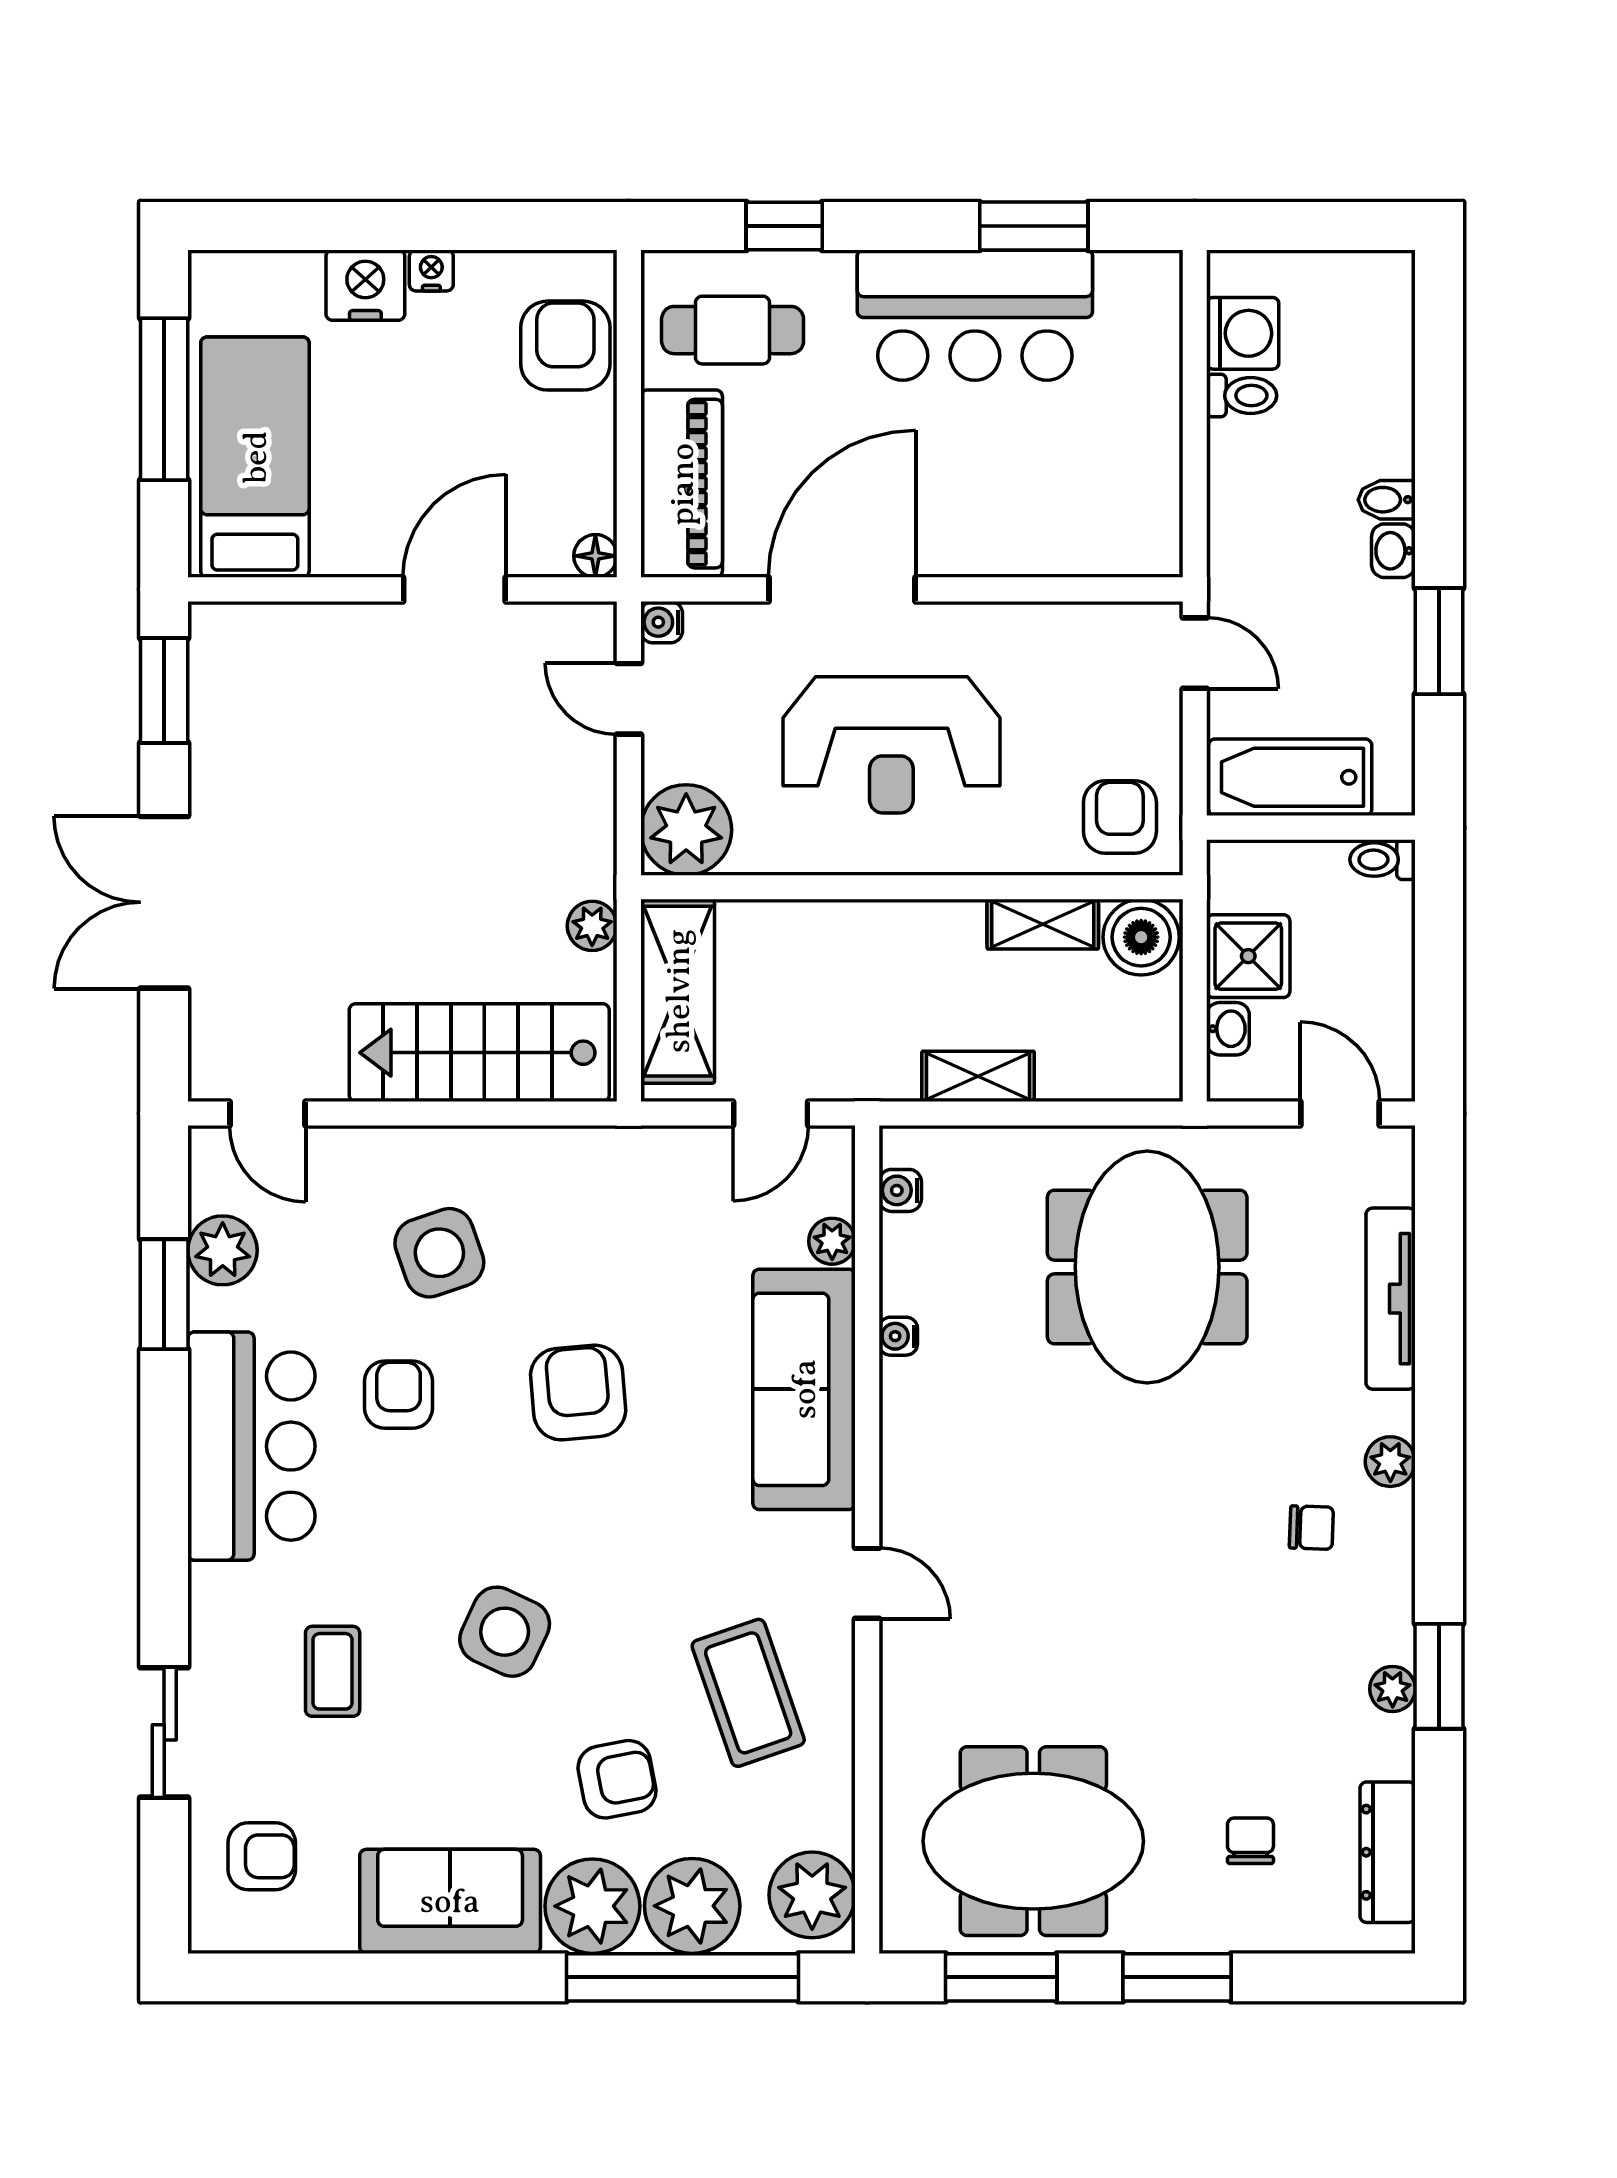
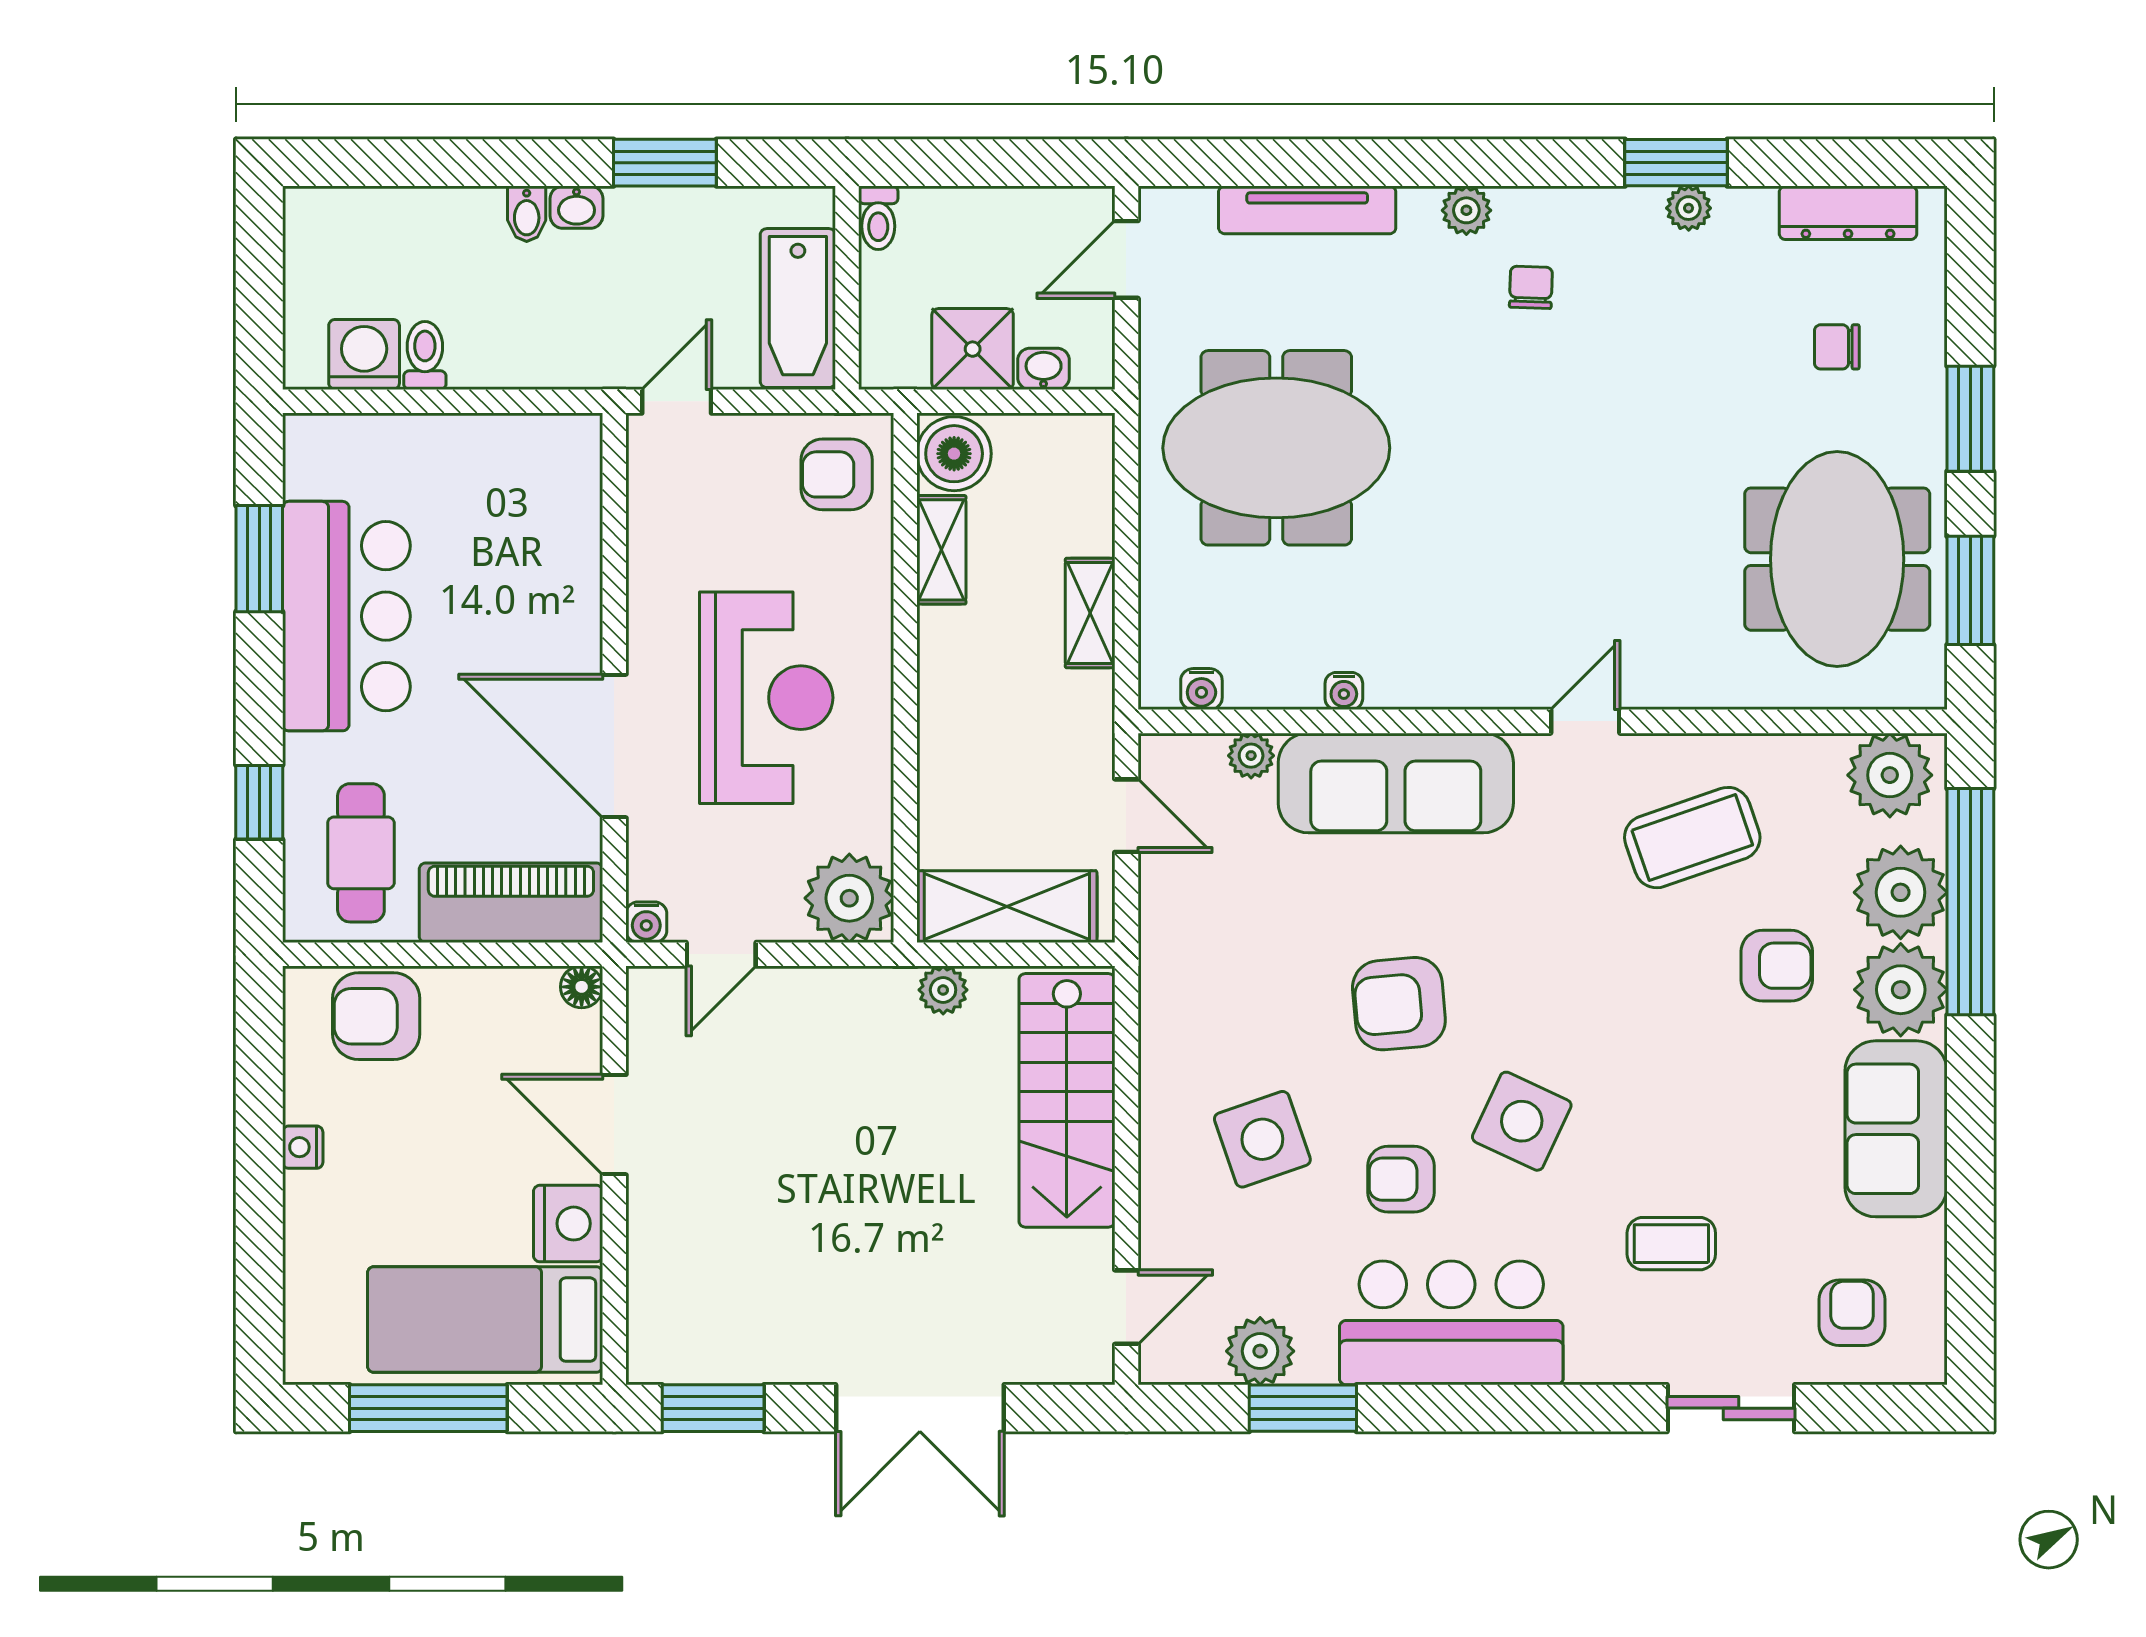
nightstand: (365, 285) -> (568, 1224), moved, turned 180
side table: (505, 1632) -> (1522, 1121), moved
armchair: (617, 1779) -> (1777, 966), turned 101

